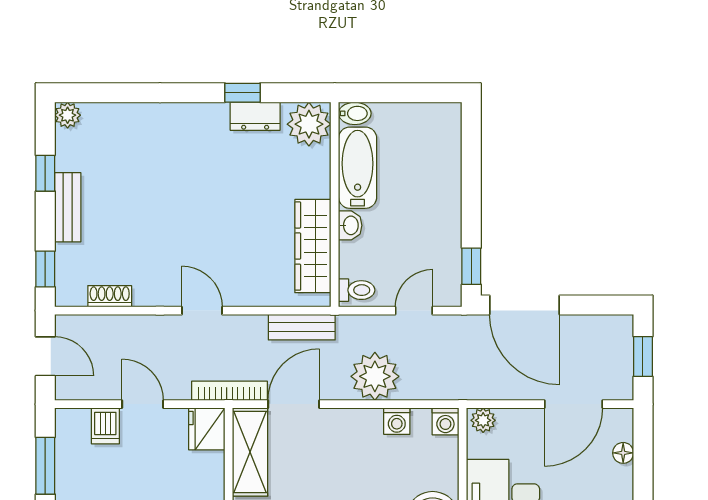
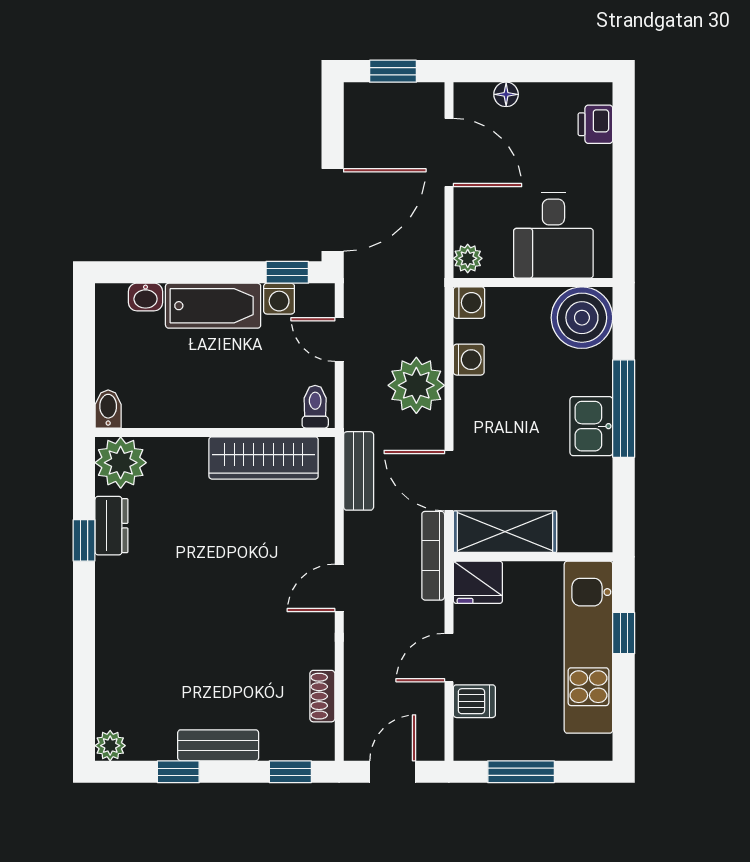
bathtub: (358, 168) -> (213, 306), moved, turned 180
washbasin: (350, 225) -> (146, 297), moved, turned 180
washing machine: (449, 259) -> (279, 299), added

